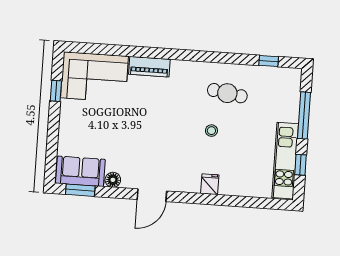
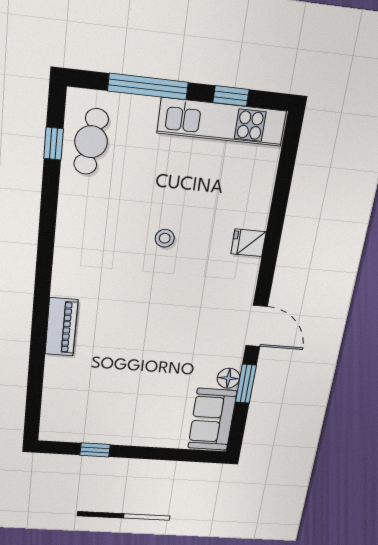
corner sofa: (94, 77) -> (76, 401), removed
cafe table: (227, 93) -> (91, 142), moved
window: (80, 190) -> (246, 384), moved

